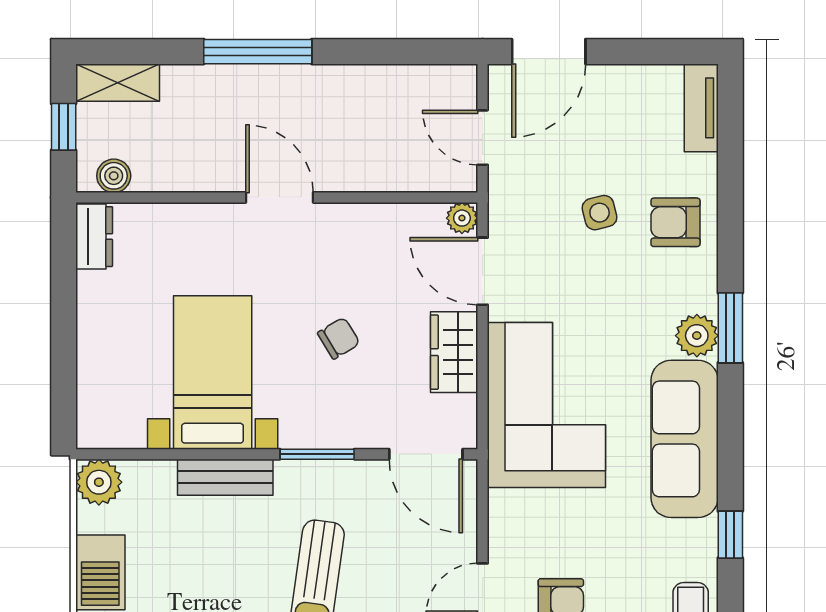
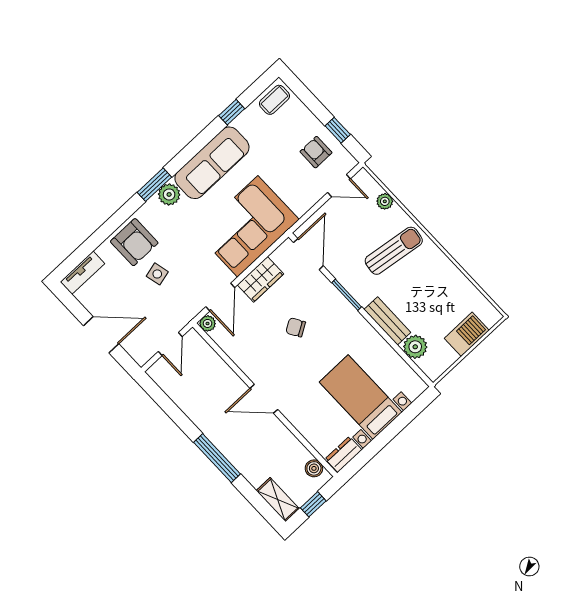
door: (549, 52) -> (101, 335), moved
door: (279, 197) -> (264, 399), hinge flipped
armchair: (675, 222) -> (134, 242), width x1.38, depth x1.38
bed with nightstands: (213, 372) -> (361, 397), moved, turned 90
plant: (99, 482) -> (415, 347), moved

